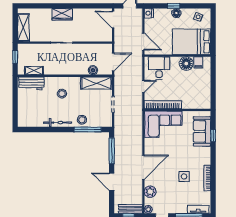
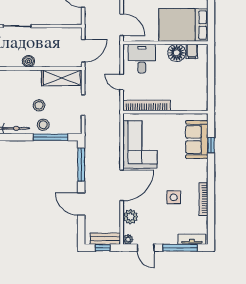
boiler: (93, 70) -> (29, 61), moved
door: (143, 86) -> (122, 82), swing flipped
stool: (62, 94) -> (39, 105), moved
corner sofa: (163, 124) -> (140, 145), moved, turned -90

